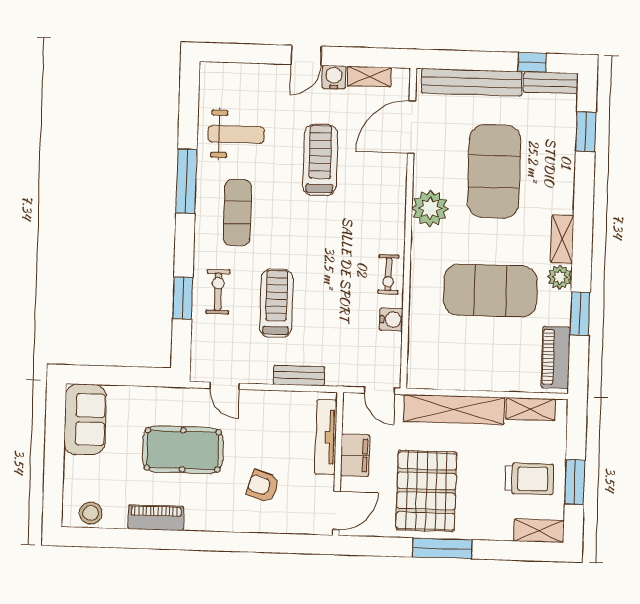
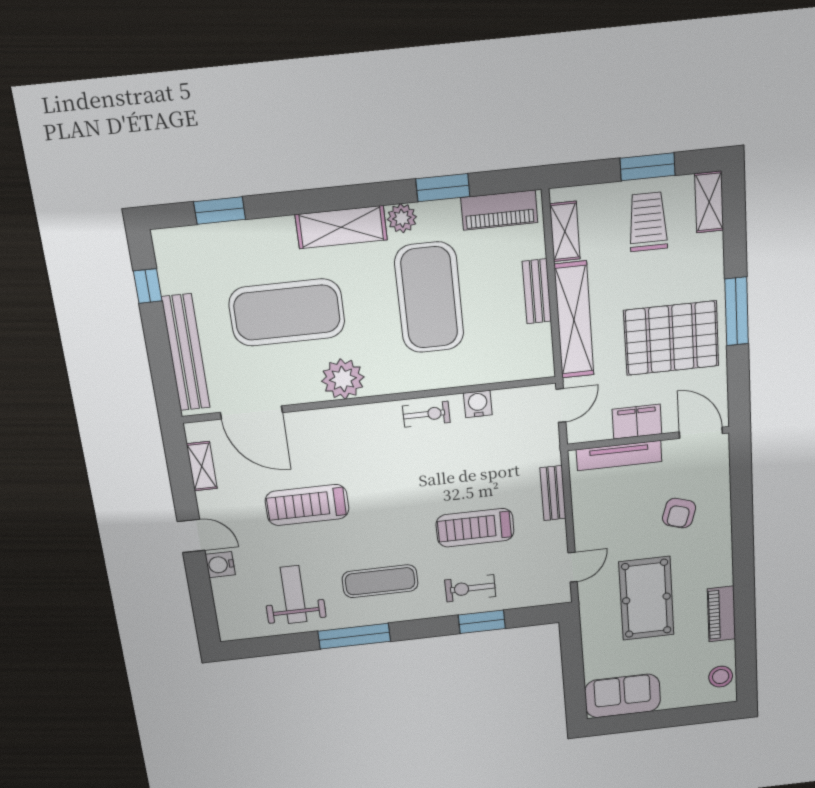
water cooler: (334, 77) -> (220, 565), moved
bench: (551, 83) -> (537, 291), moved
shelving: (562, 239) -> (341, 227), width x1.50, depth x1.33

